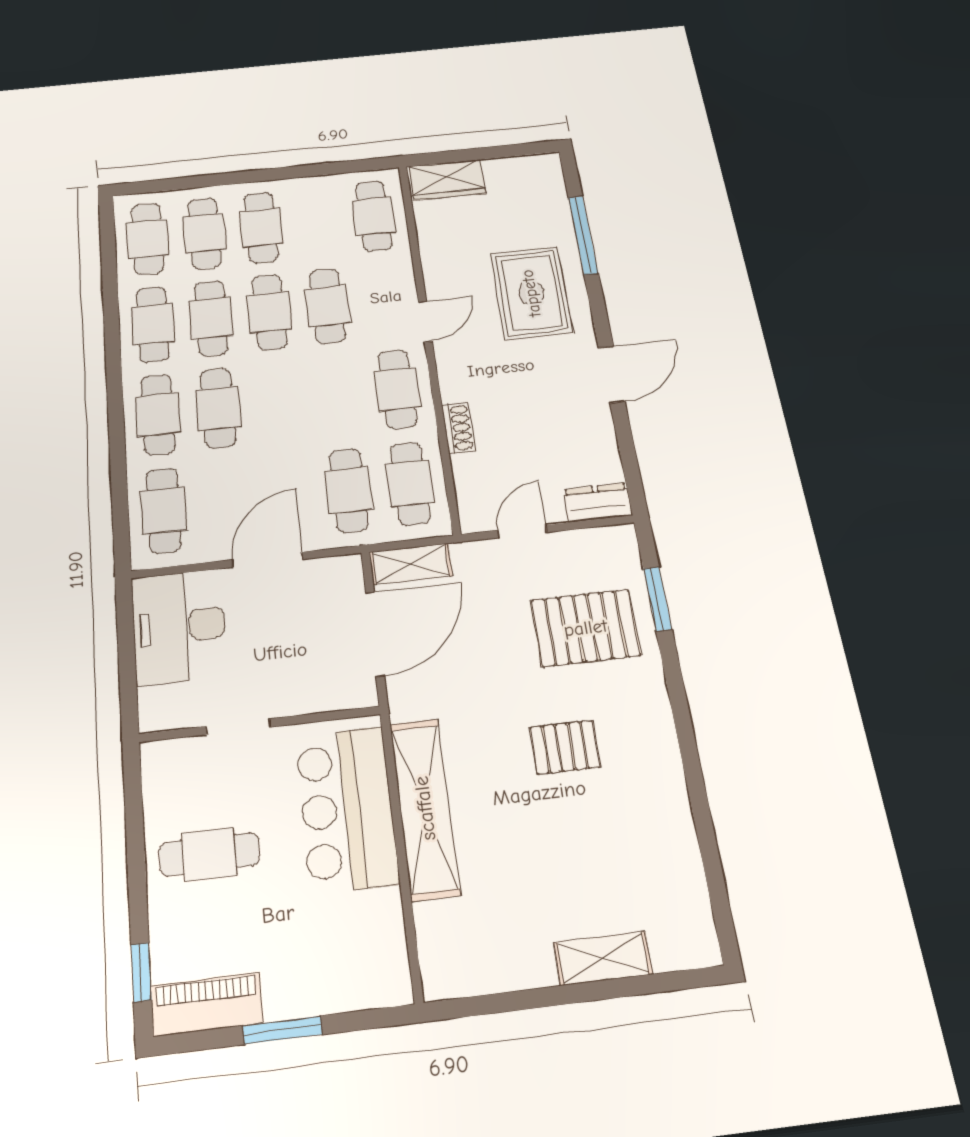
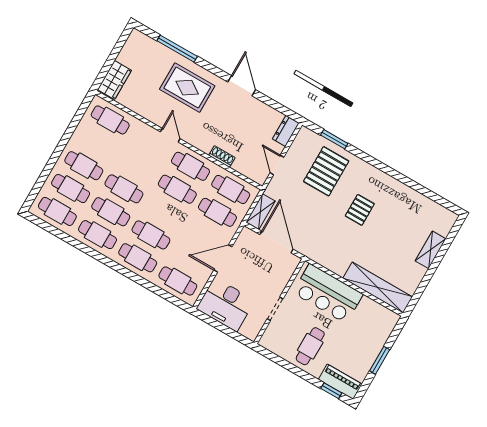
cafe table: (327, 306) -> (177, 189), moved
door: (268, 560) -> (223, 258), hinge flipped
shelving: (425, 808) -> (378, 287), moved
piano: (206, 1004) -> (340, 382), moved, turned 90

